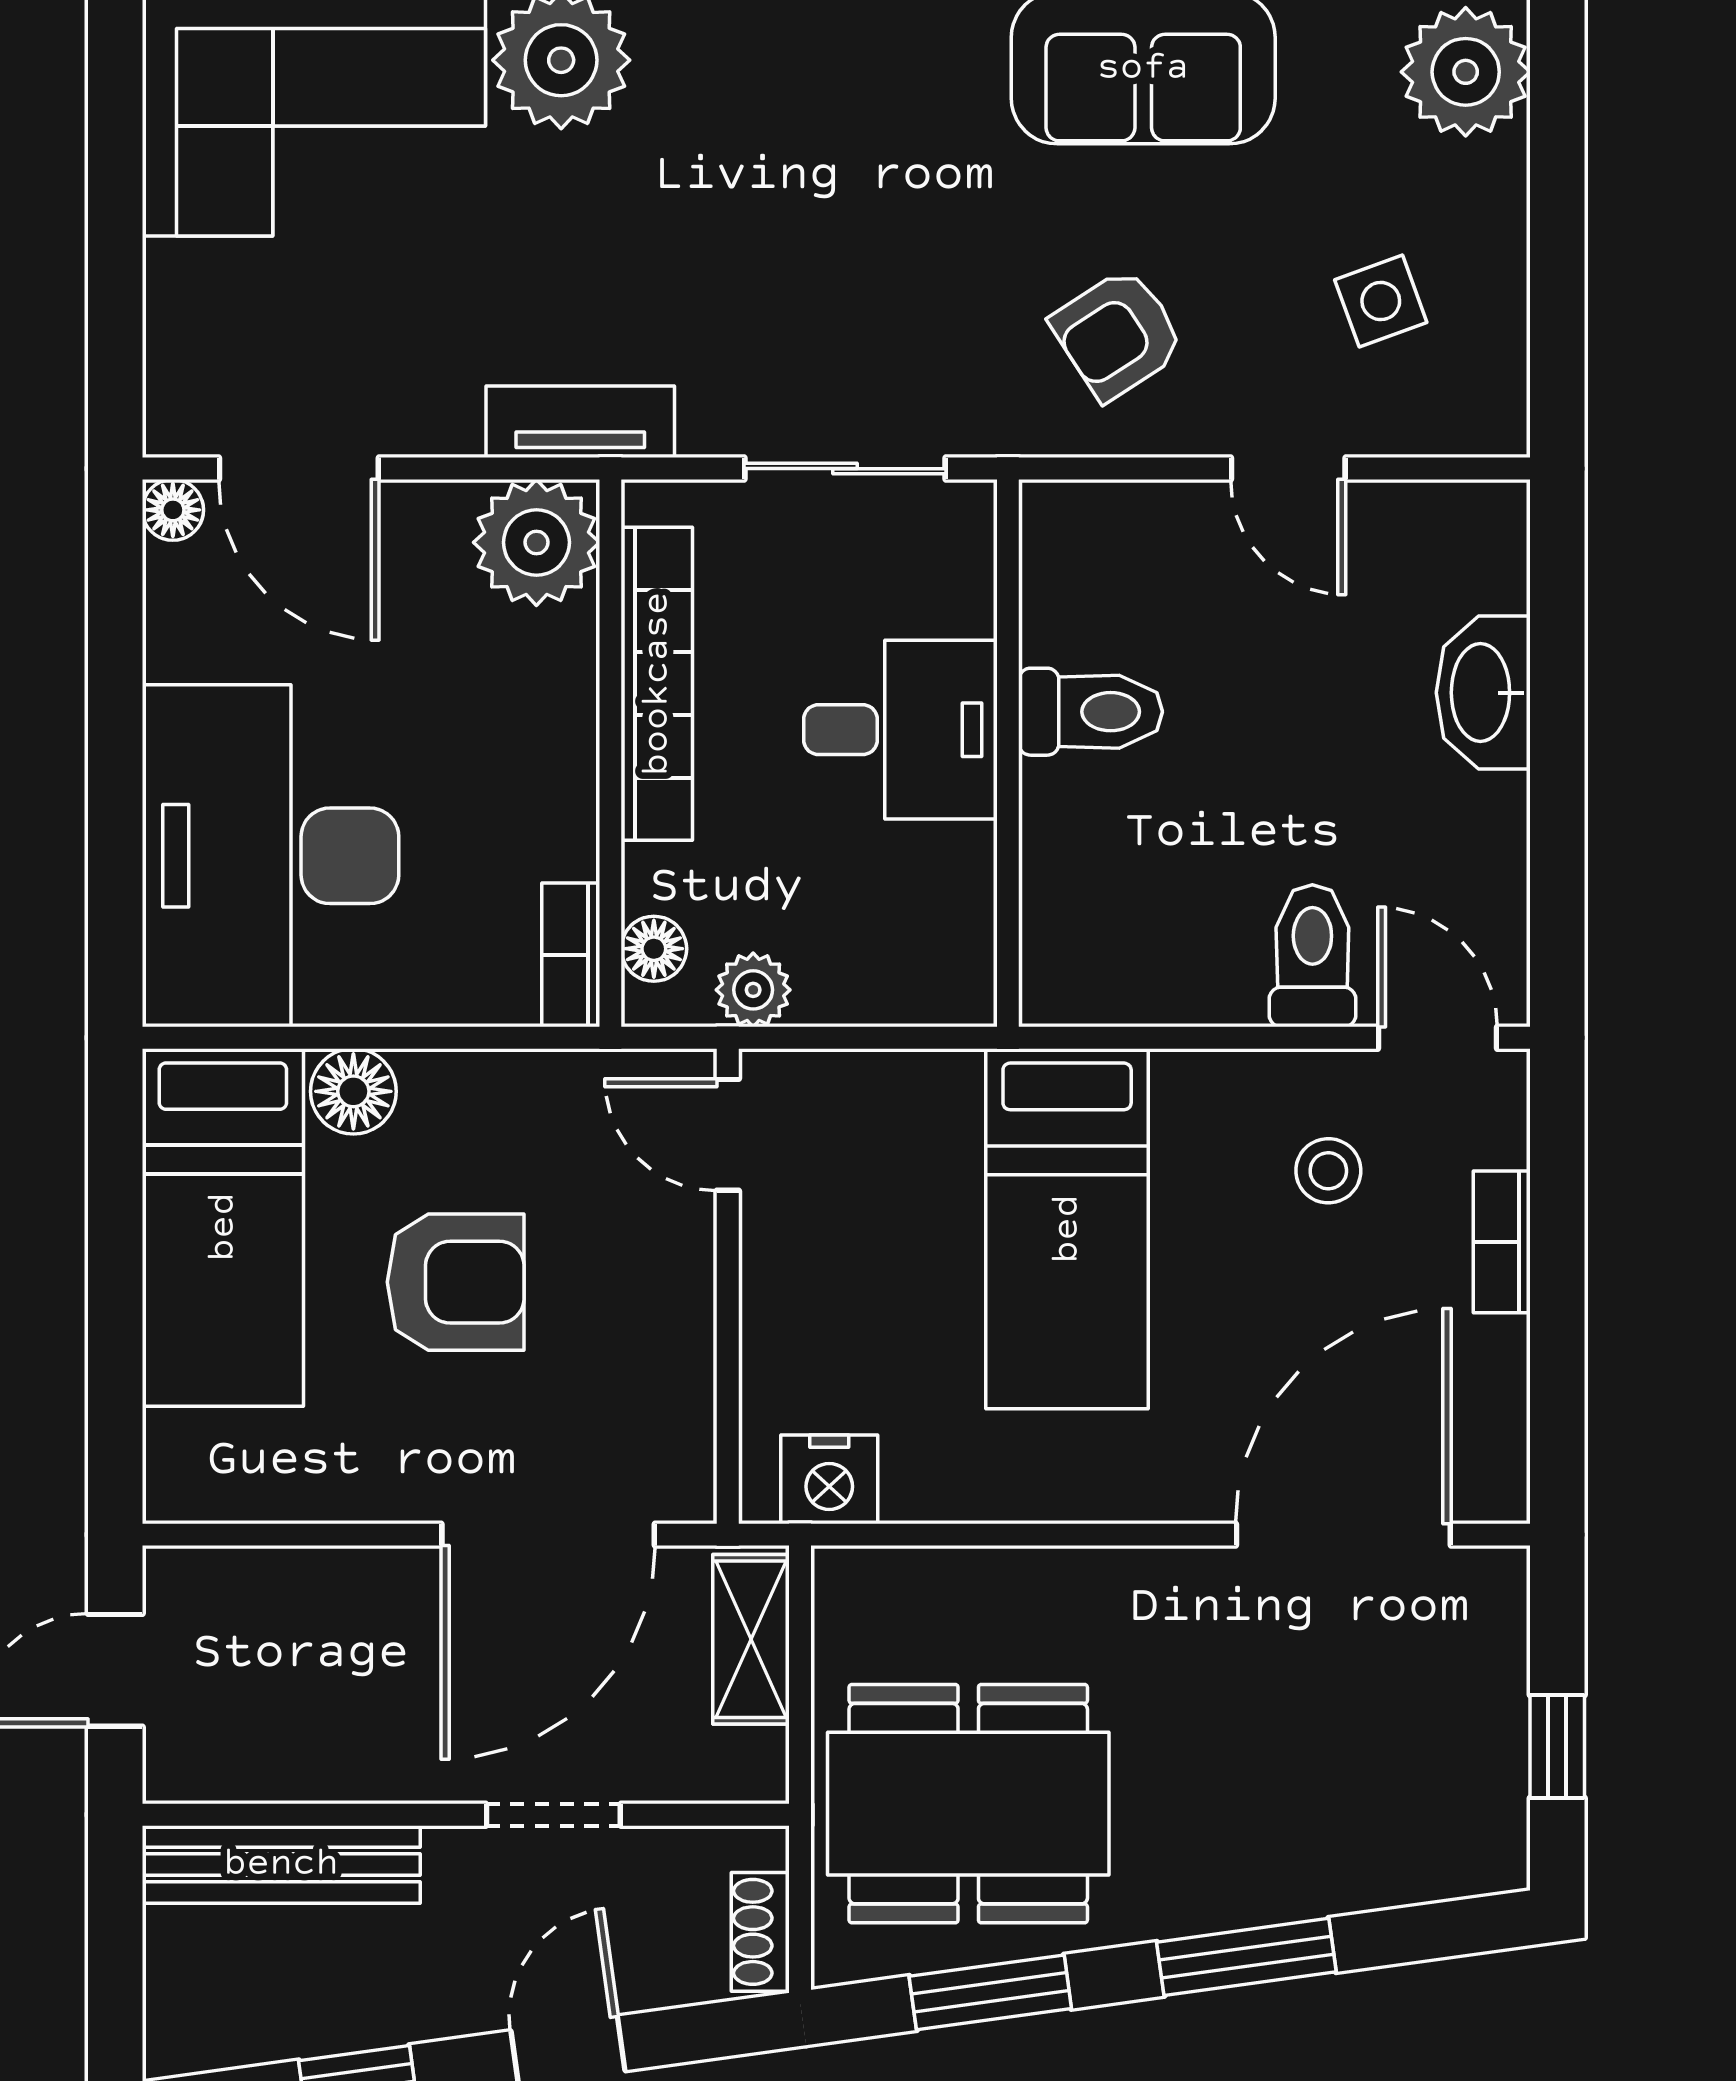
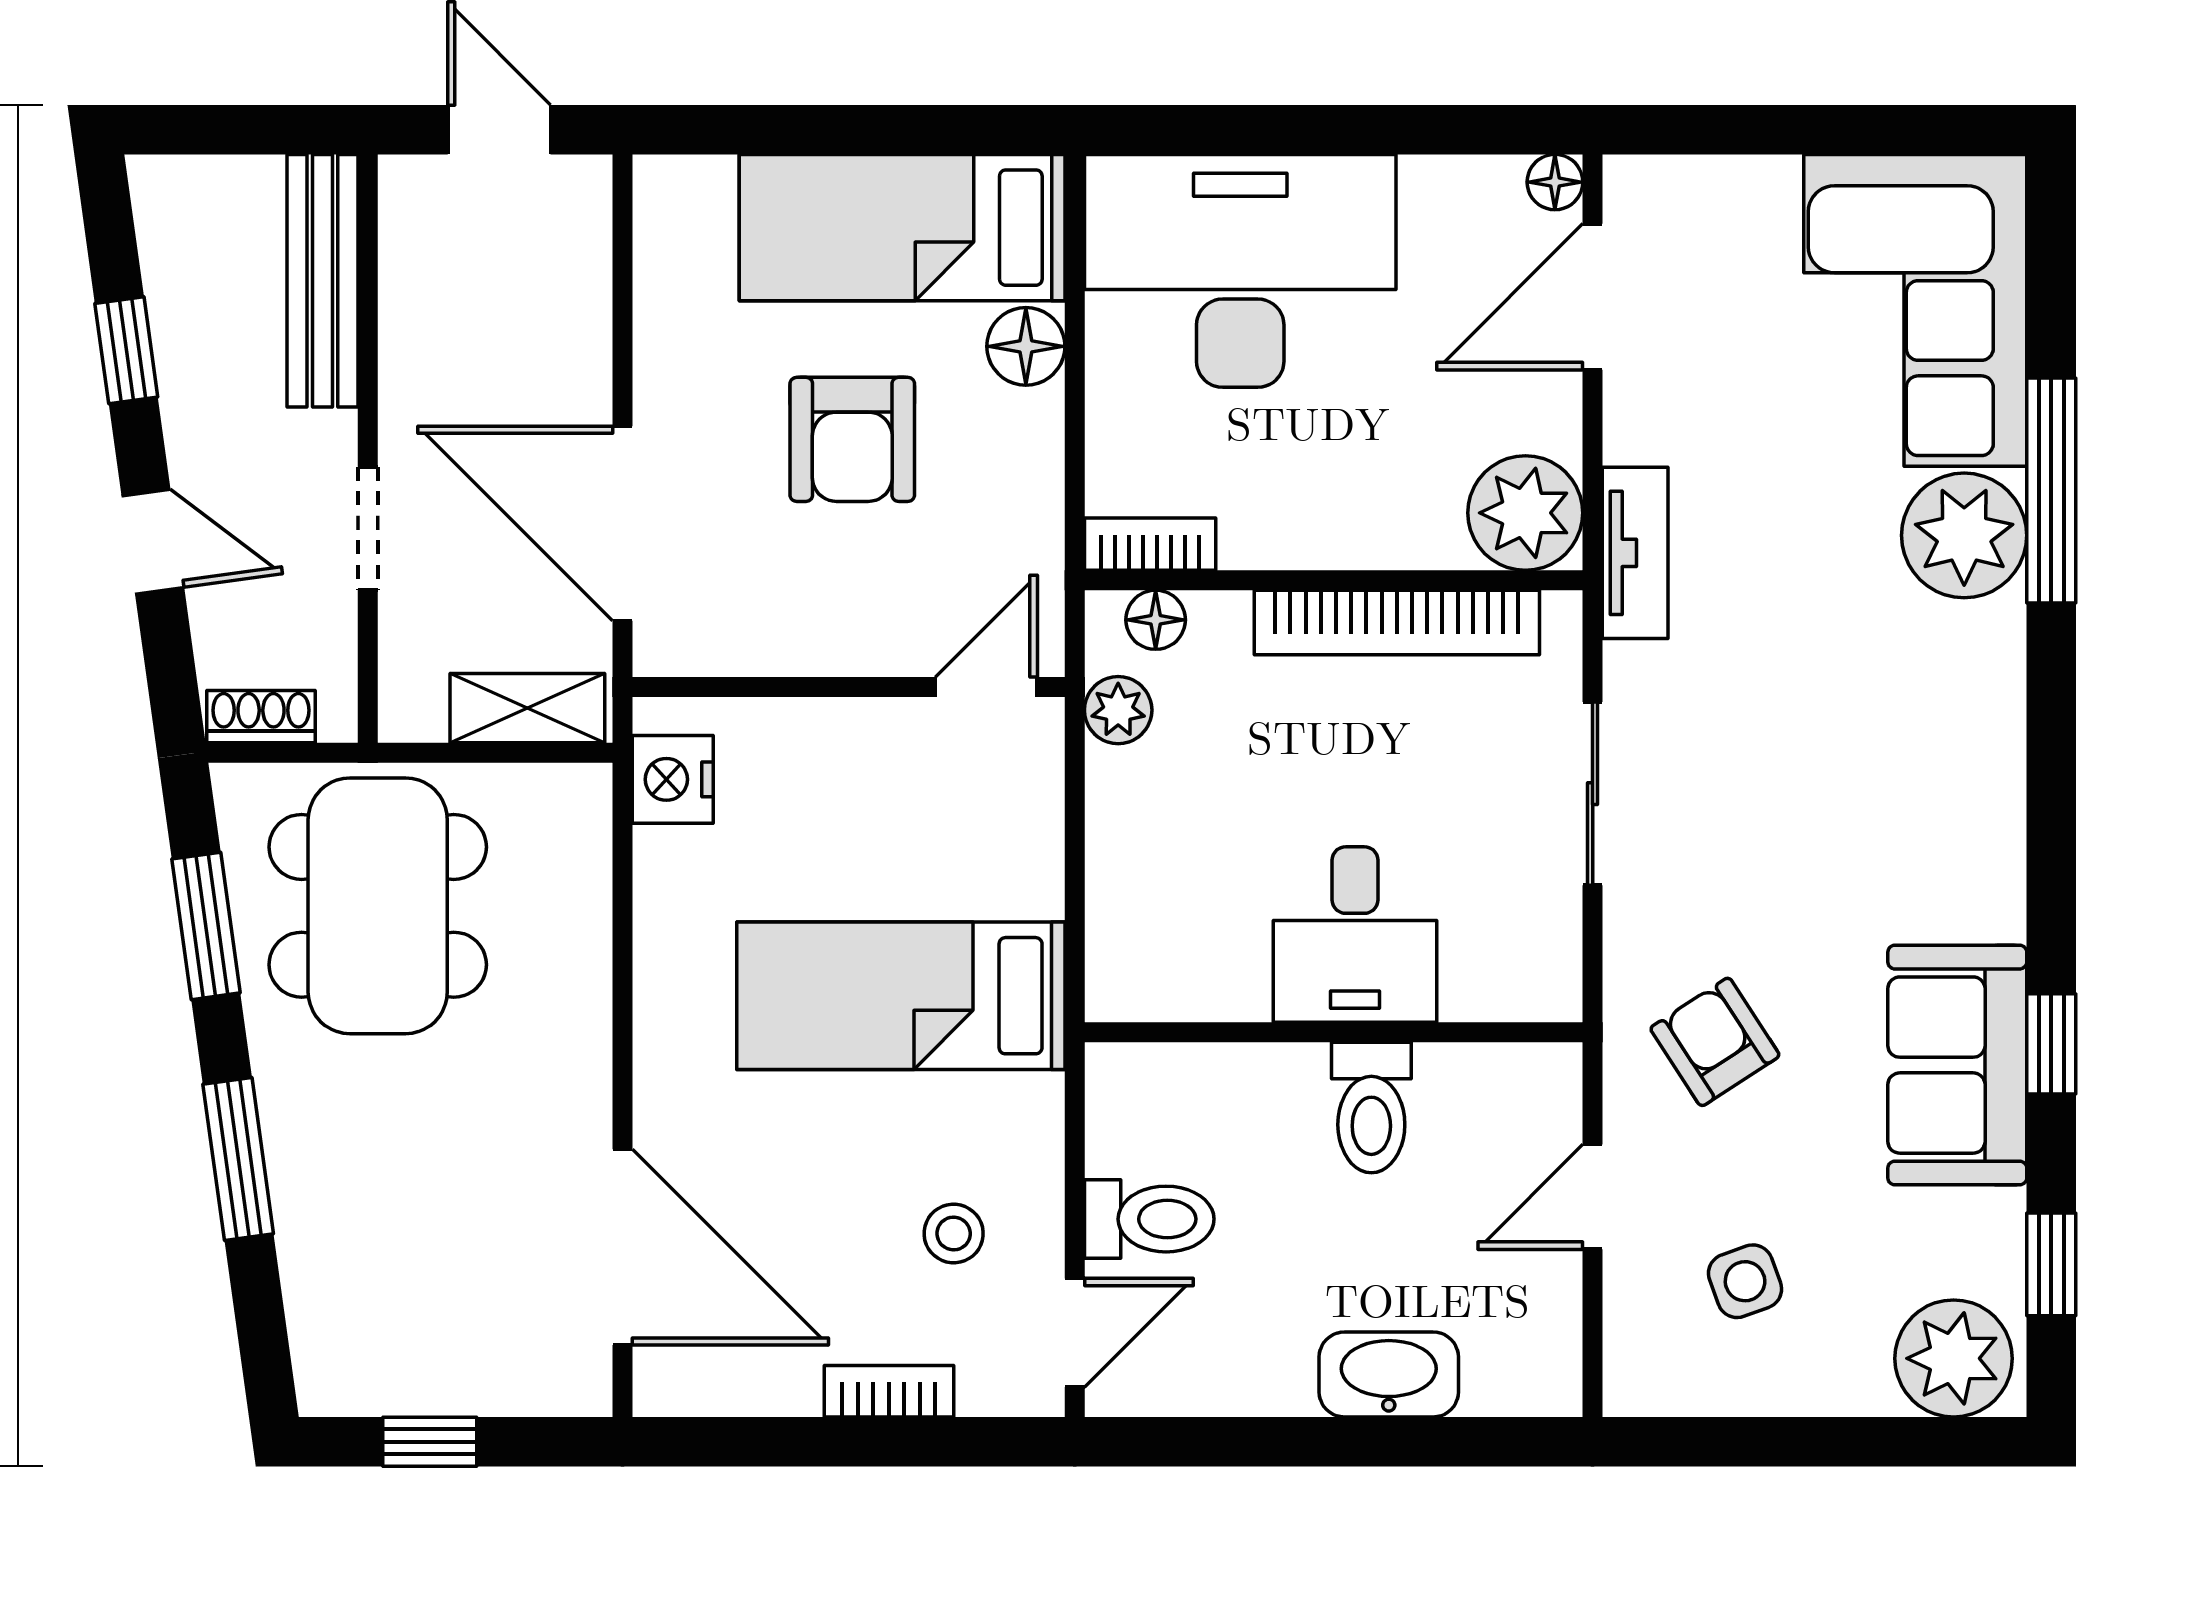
toilet: (1091, 712) -> (1371, 1108), moved
desk: (900, 730) -> (1355, 935), moved
wall: (1008, 753) -> (1334, 1032), moved

